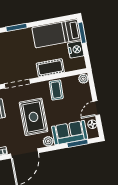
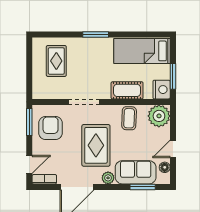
window: (82, 33) -> (173, 76), moved
nightstand: (76, 49) -> (162, 90), moved
plant: (83, 79) -> (159, 116), width x1.88, depth x1.88

